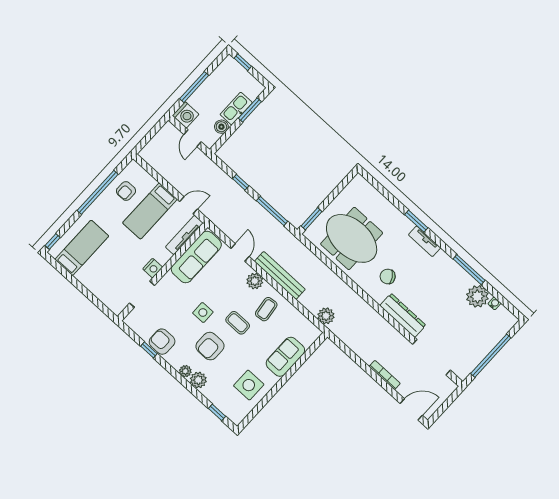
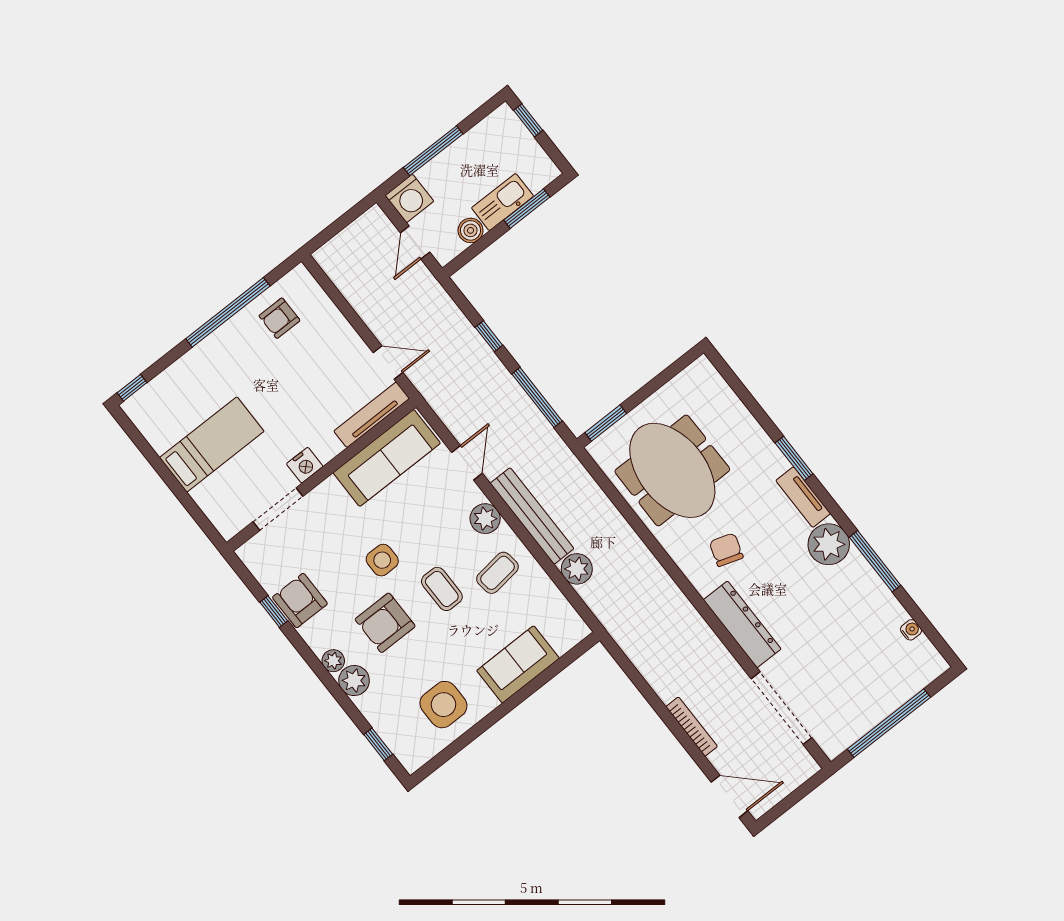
bed: (150, 211) -> (317, 361), removed
bed: (82, 248) -> (212, 444), moved
chair: (388, 276) -> (726, 550), turned 50
plant: (477, 296) -> (829, 544), moved
plant: (326, 316) -> (577, 569), moved

